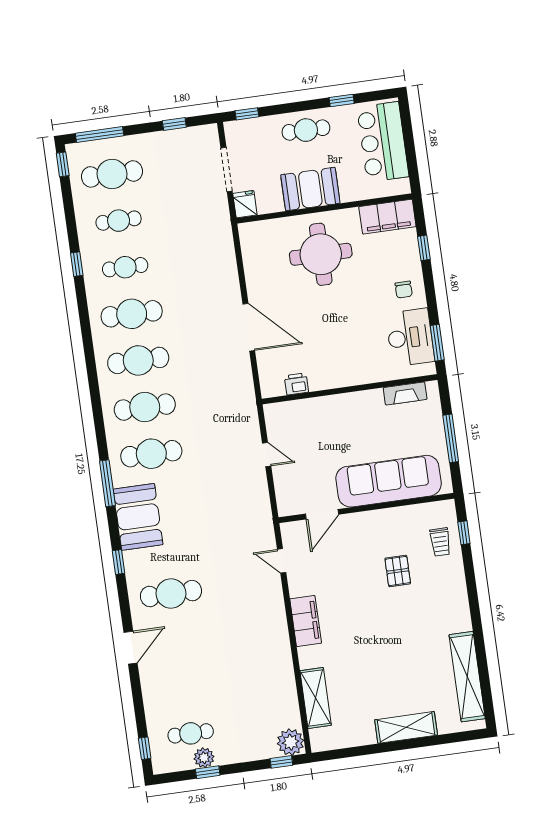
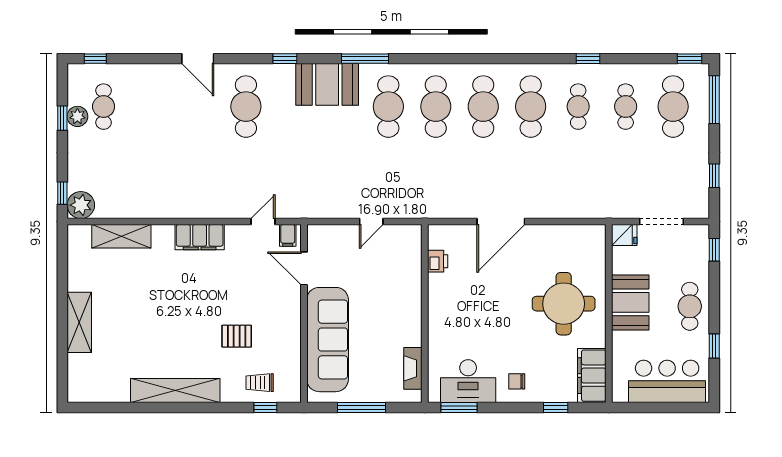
filing cabinet: (292, 535) -> (288, 235), added
shelving: (467, 677) -> (175, 391), moved

